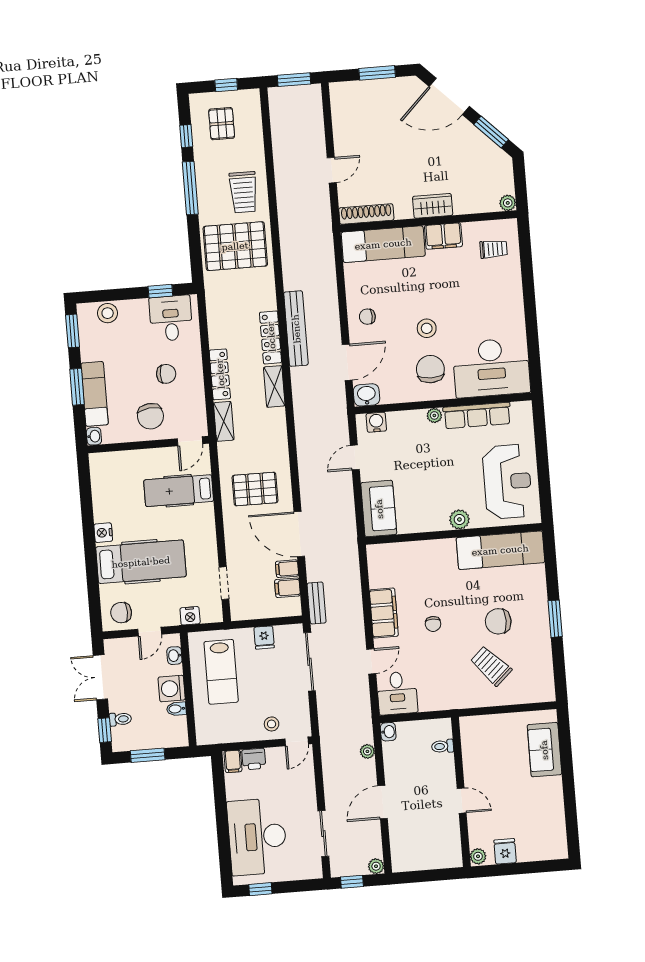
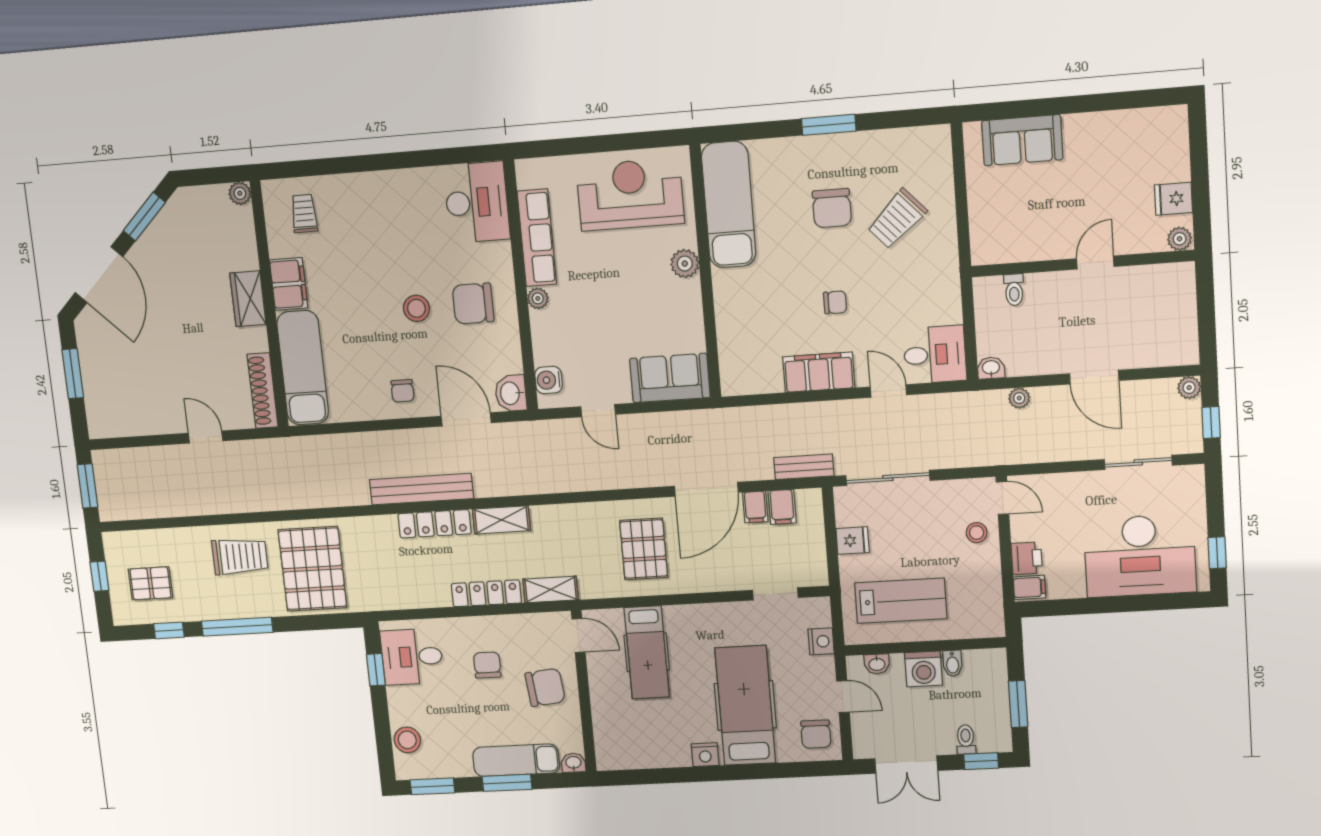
desk: (491, 368) -> (477, 202), width x0.73, depth x0.77

